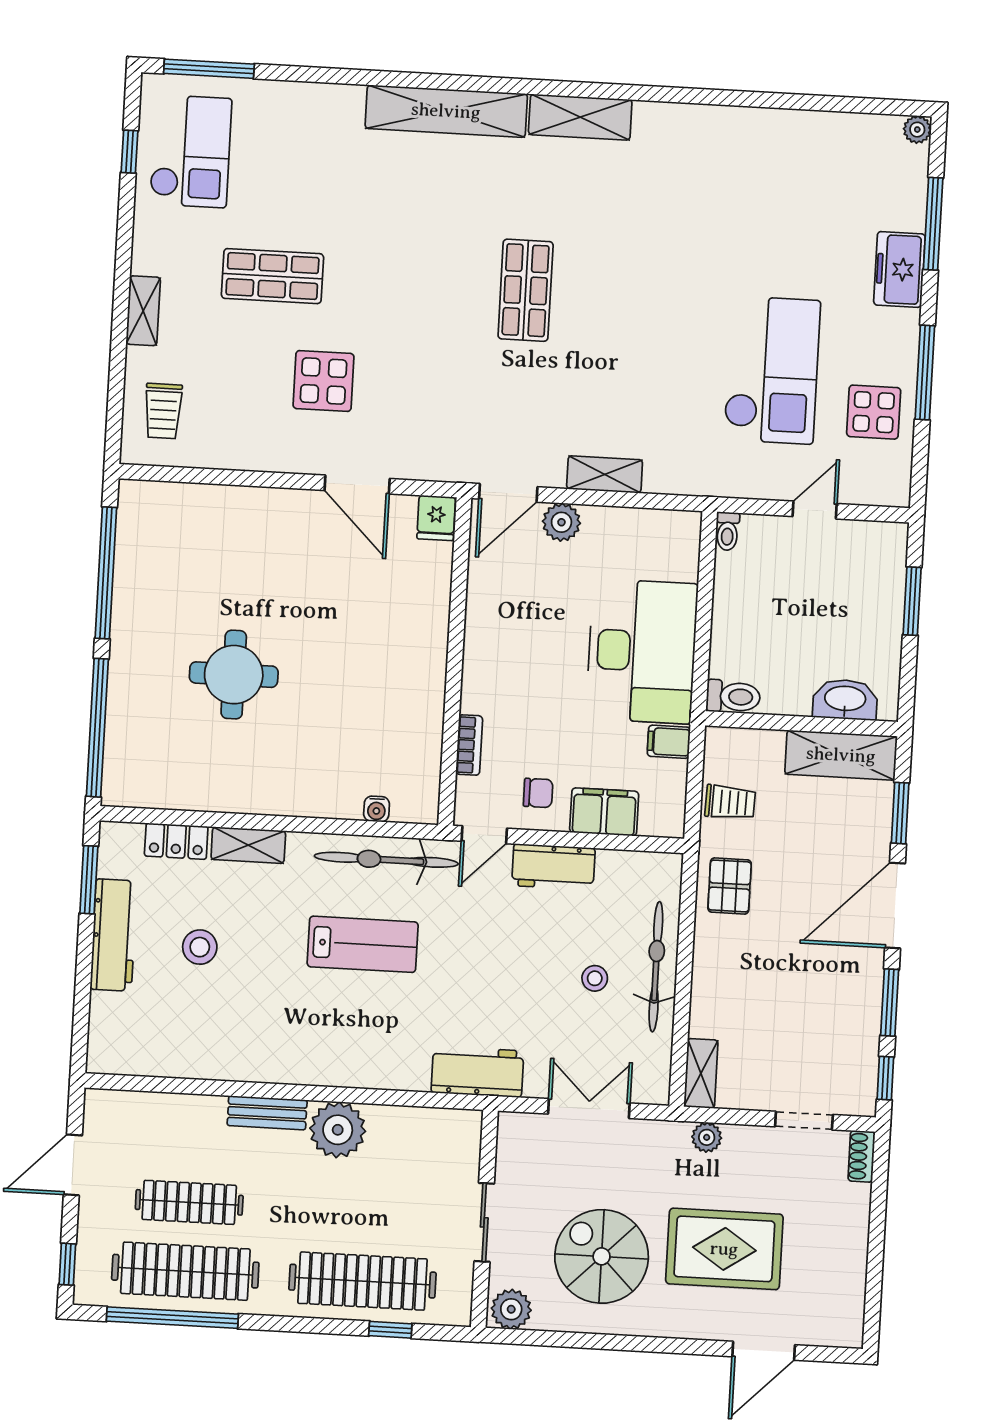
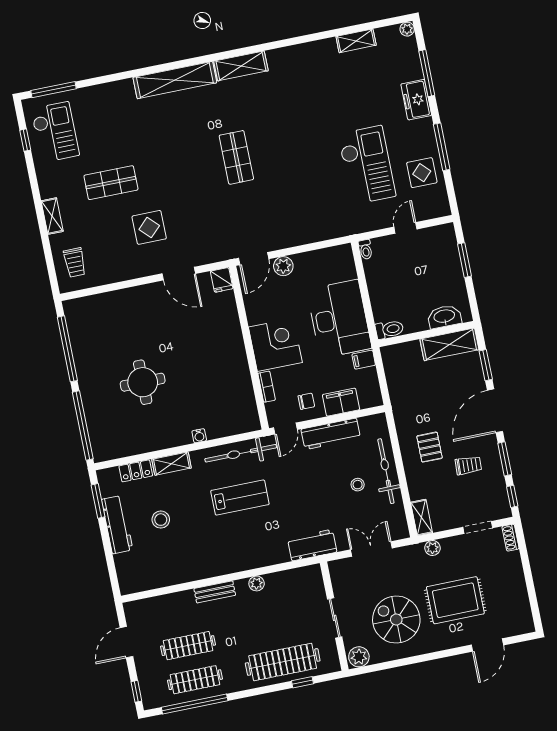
shelving: (605, 474) -> (356, 41), moved
corner desk: (507, 669) -> (275, 345), added
trolley: (730, 802) -> (468, 465), moved
water cooler: (377, 809) -> (199, 436), moved
workbench: (553, 867) -> (331, 434), width x1.37
pallet: (730, 886) -> (429, 447), moved
plant: (338, 1130) -> (257, 583), width x0.53, depth x0.53
clothes rail: (185, 1271) -> (195, 680), width x0.73, depth x0.76

